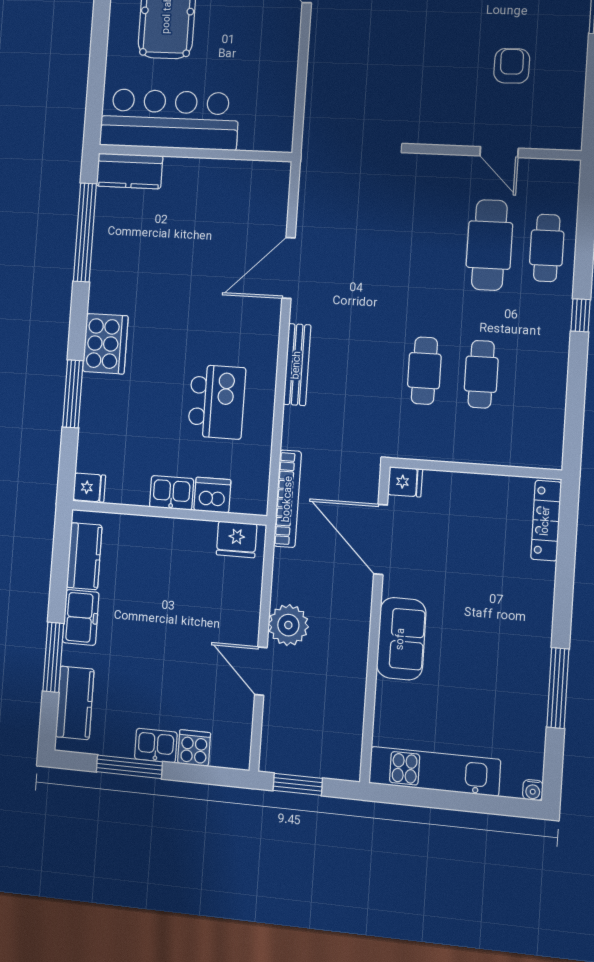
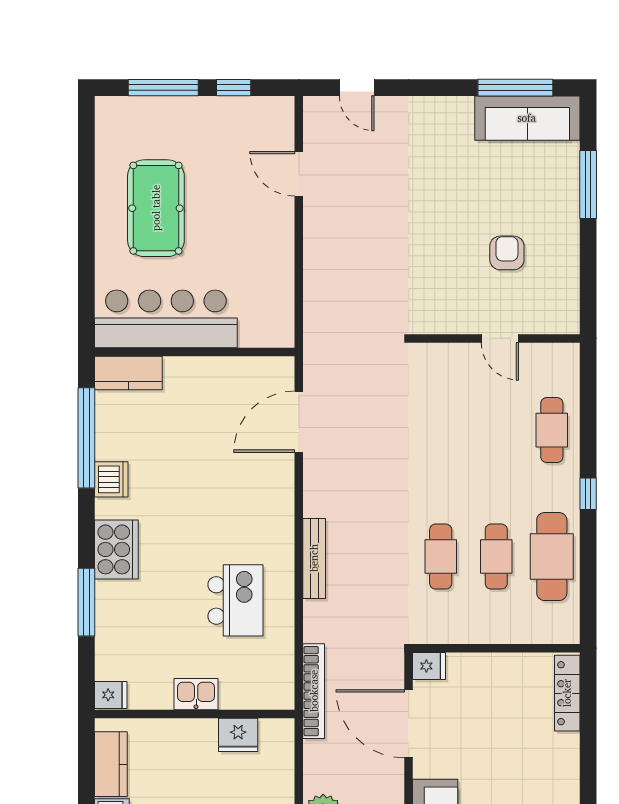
cafe table: (489, 245) -> (552, 557), moved
door: (289, 268) -> (299, 422), moved
dishwasher: (212, 495) -> (111, 479), moved, turned 90
fridge: (237, 539) -> (238, 735), moved

